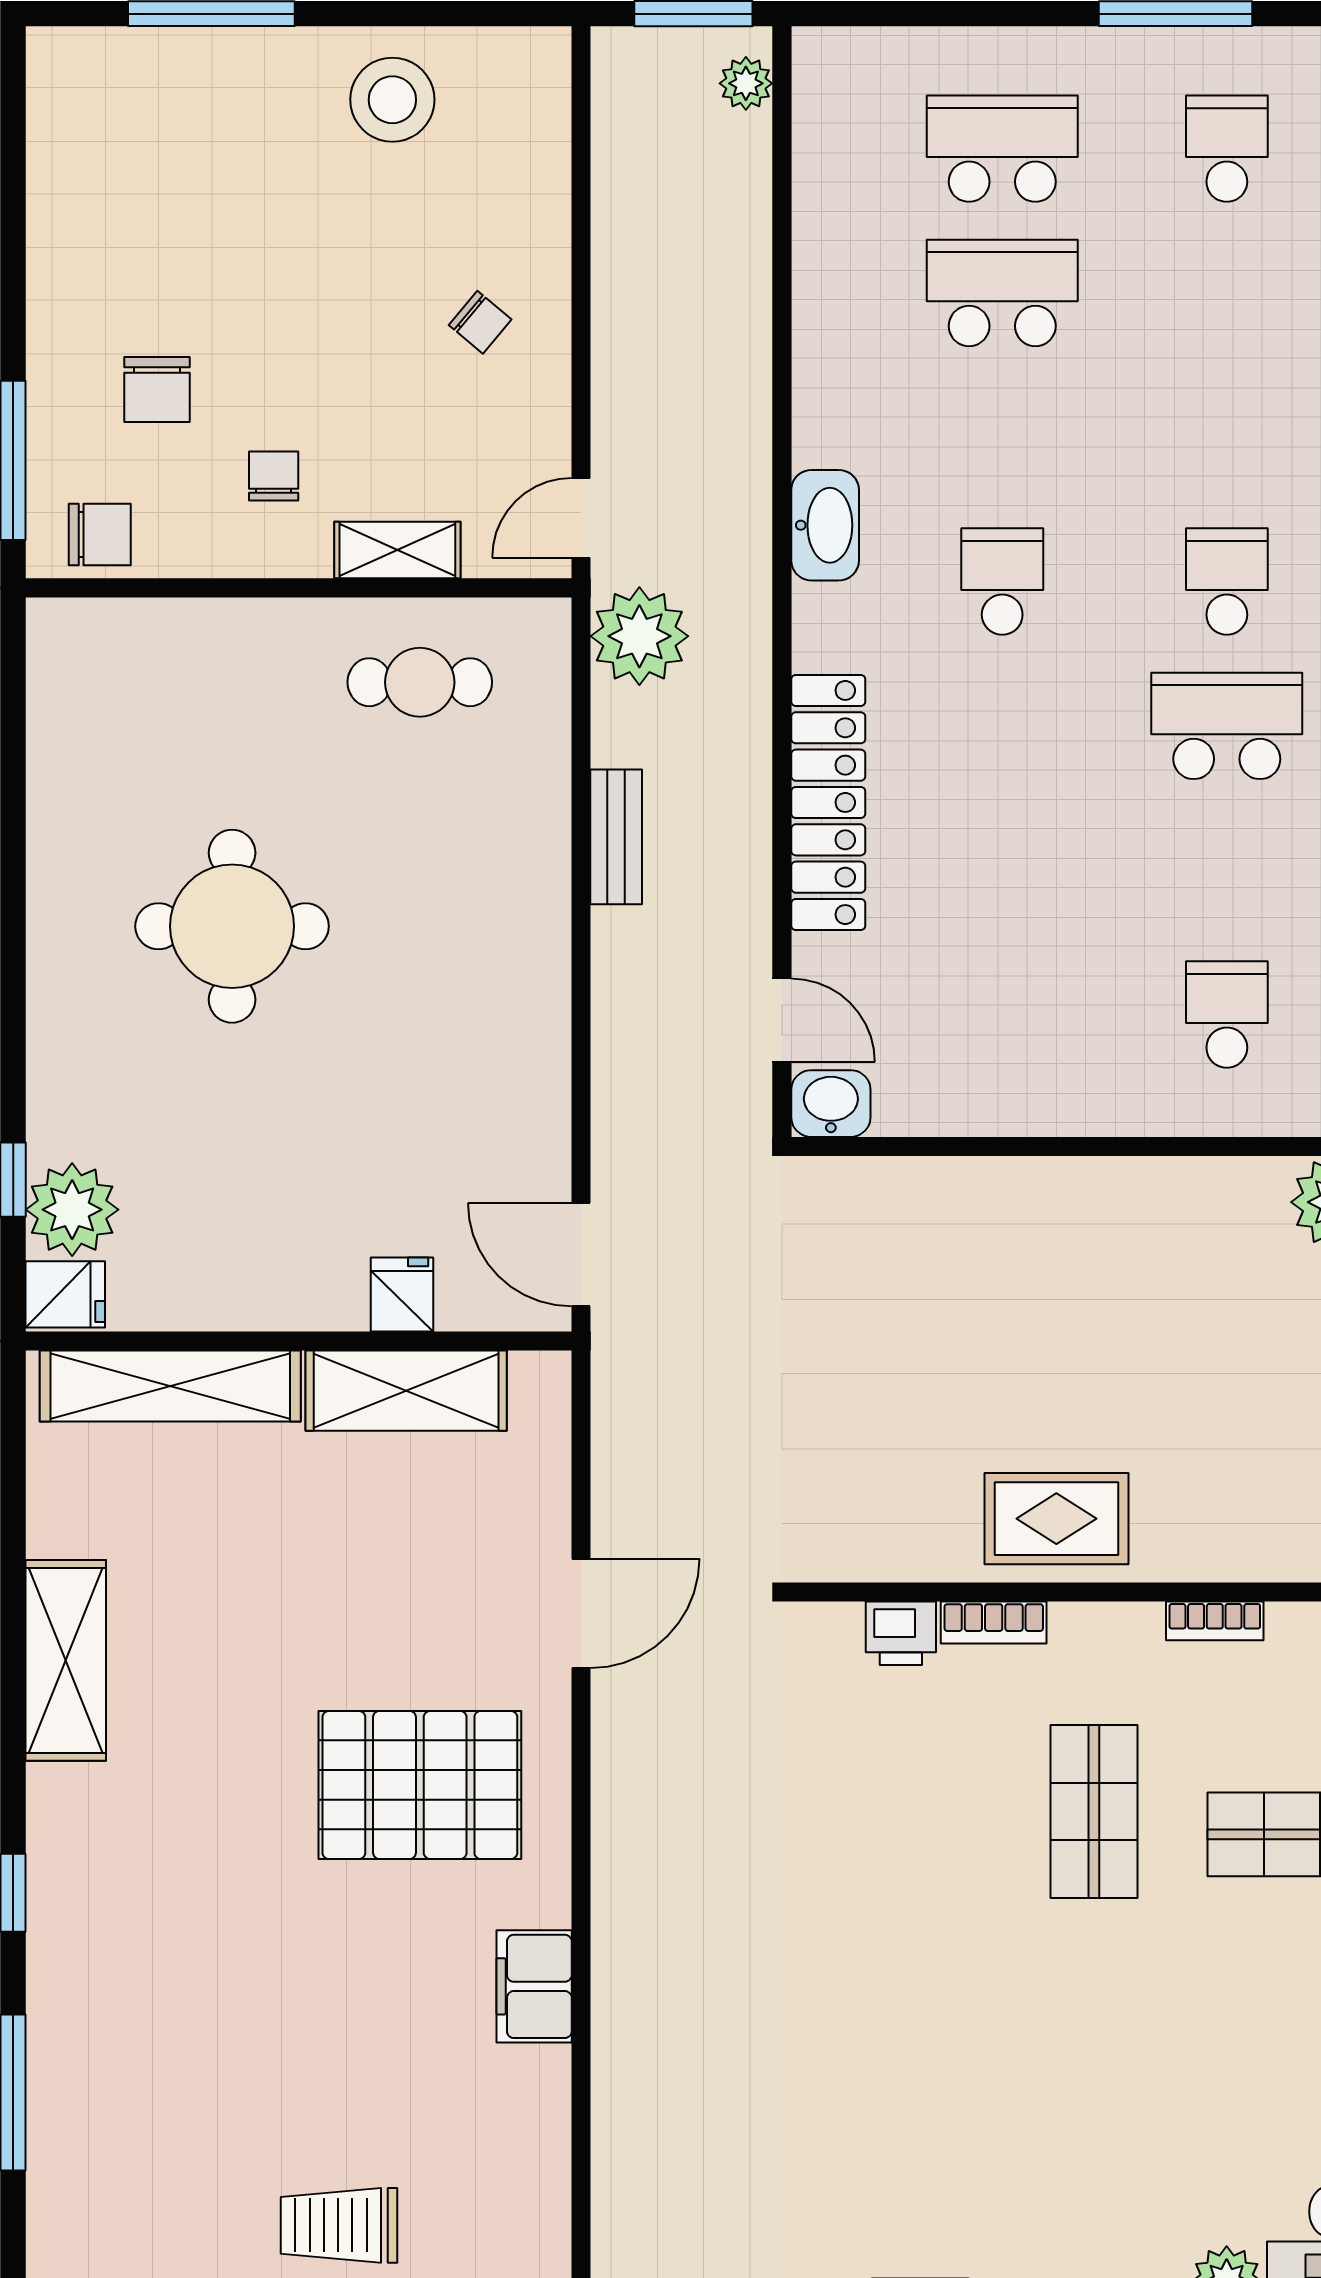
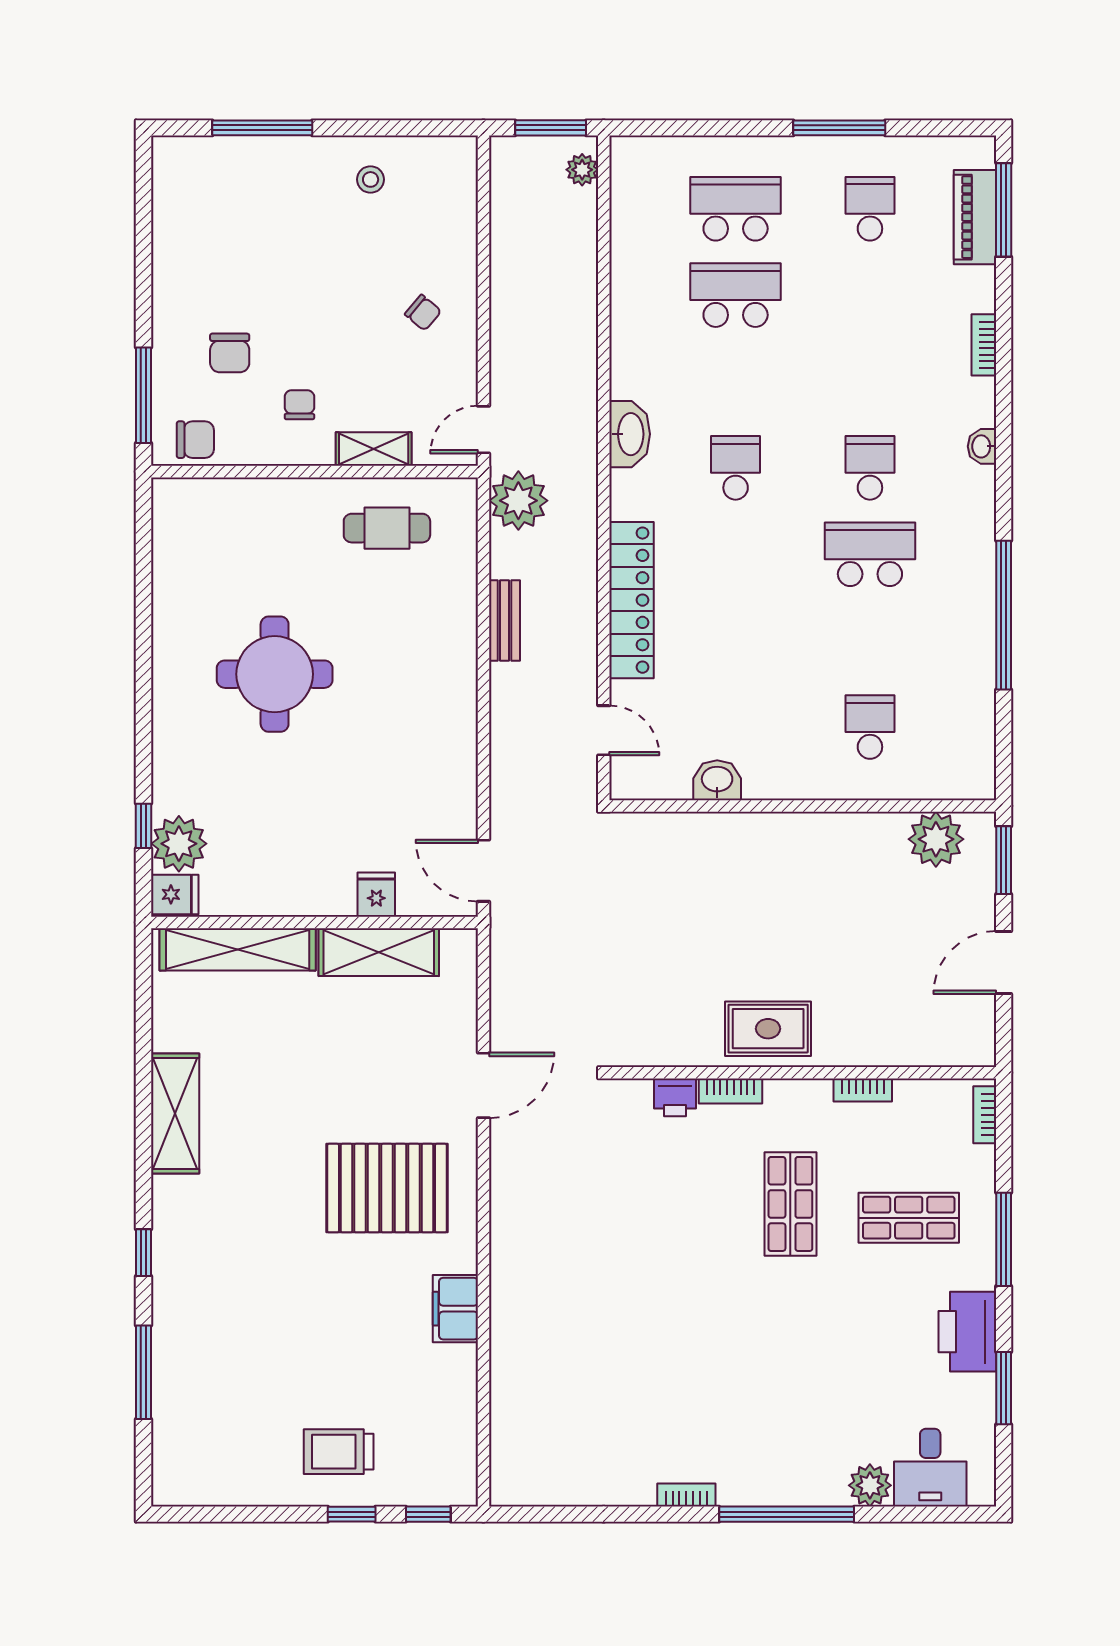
stool: (392, 100) -> (371, 179), width x0.53, depth x0.53
washbasin: (831, 1104) -> (717, 780), moved

